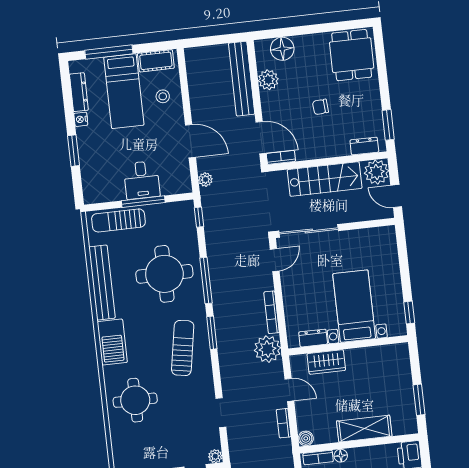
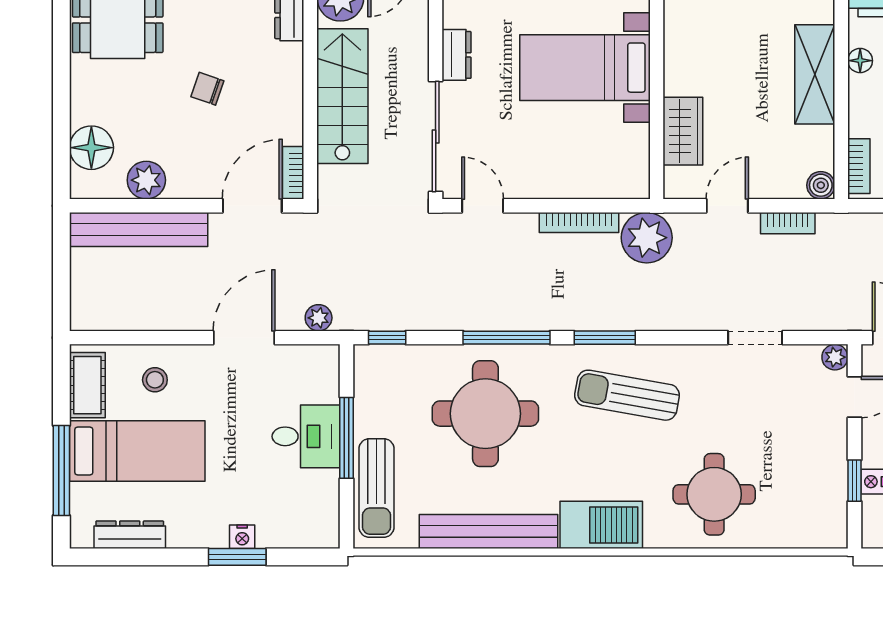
chair: (320, 107) -> (207, 89), turned 113
nightstand: (81, 119) -> (242, 537), moved
dresser: (313, 338) -> (457, 55), moved, turned 180
floor lamp: (341, 456) -> (860, 61), moved

